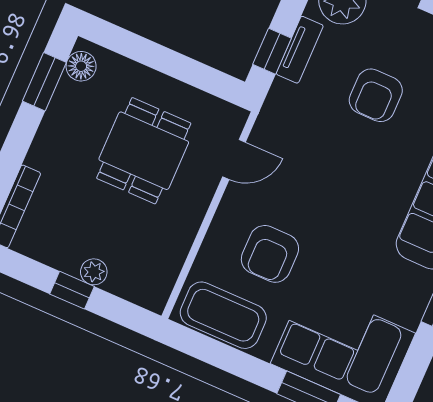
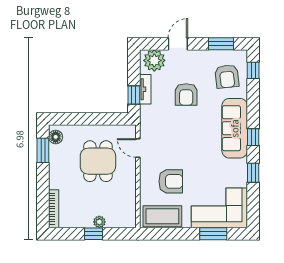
door: (234, 159) -> (138, 148), swing flipped
armchair: (270, 254) -> (171, 181), turned -90

